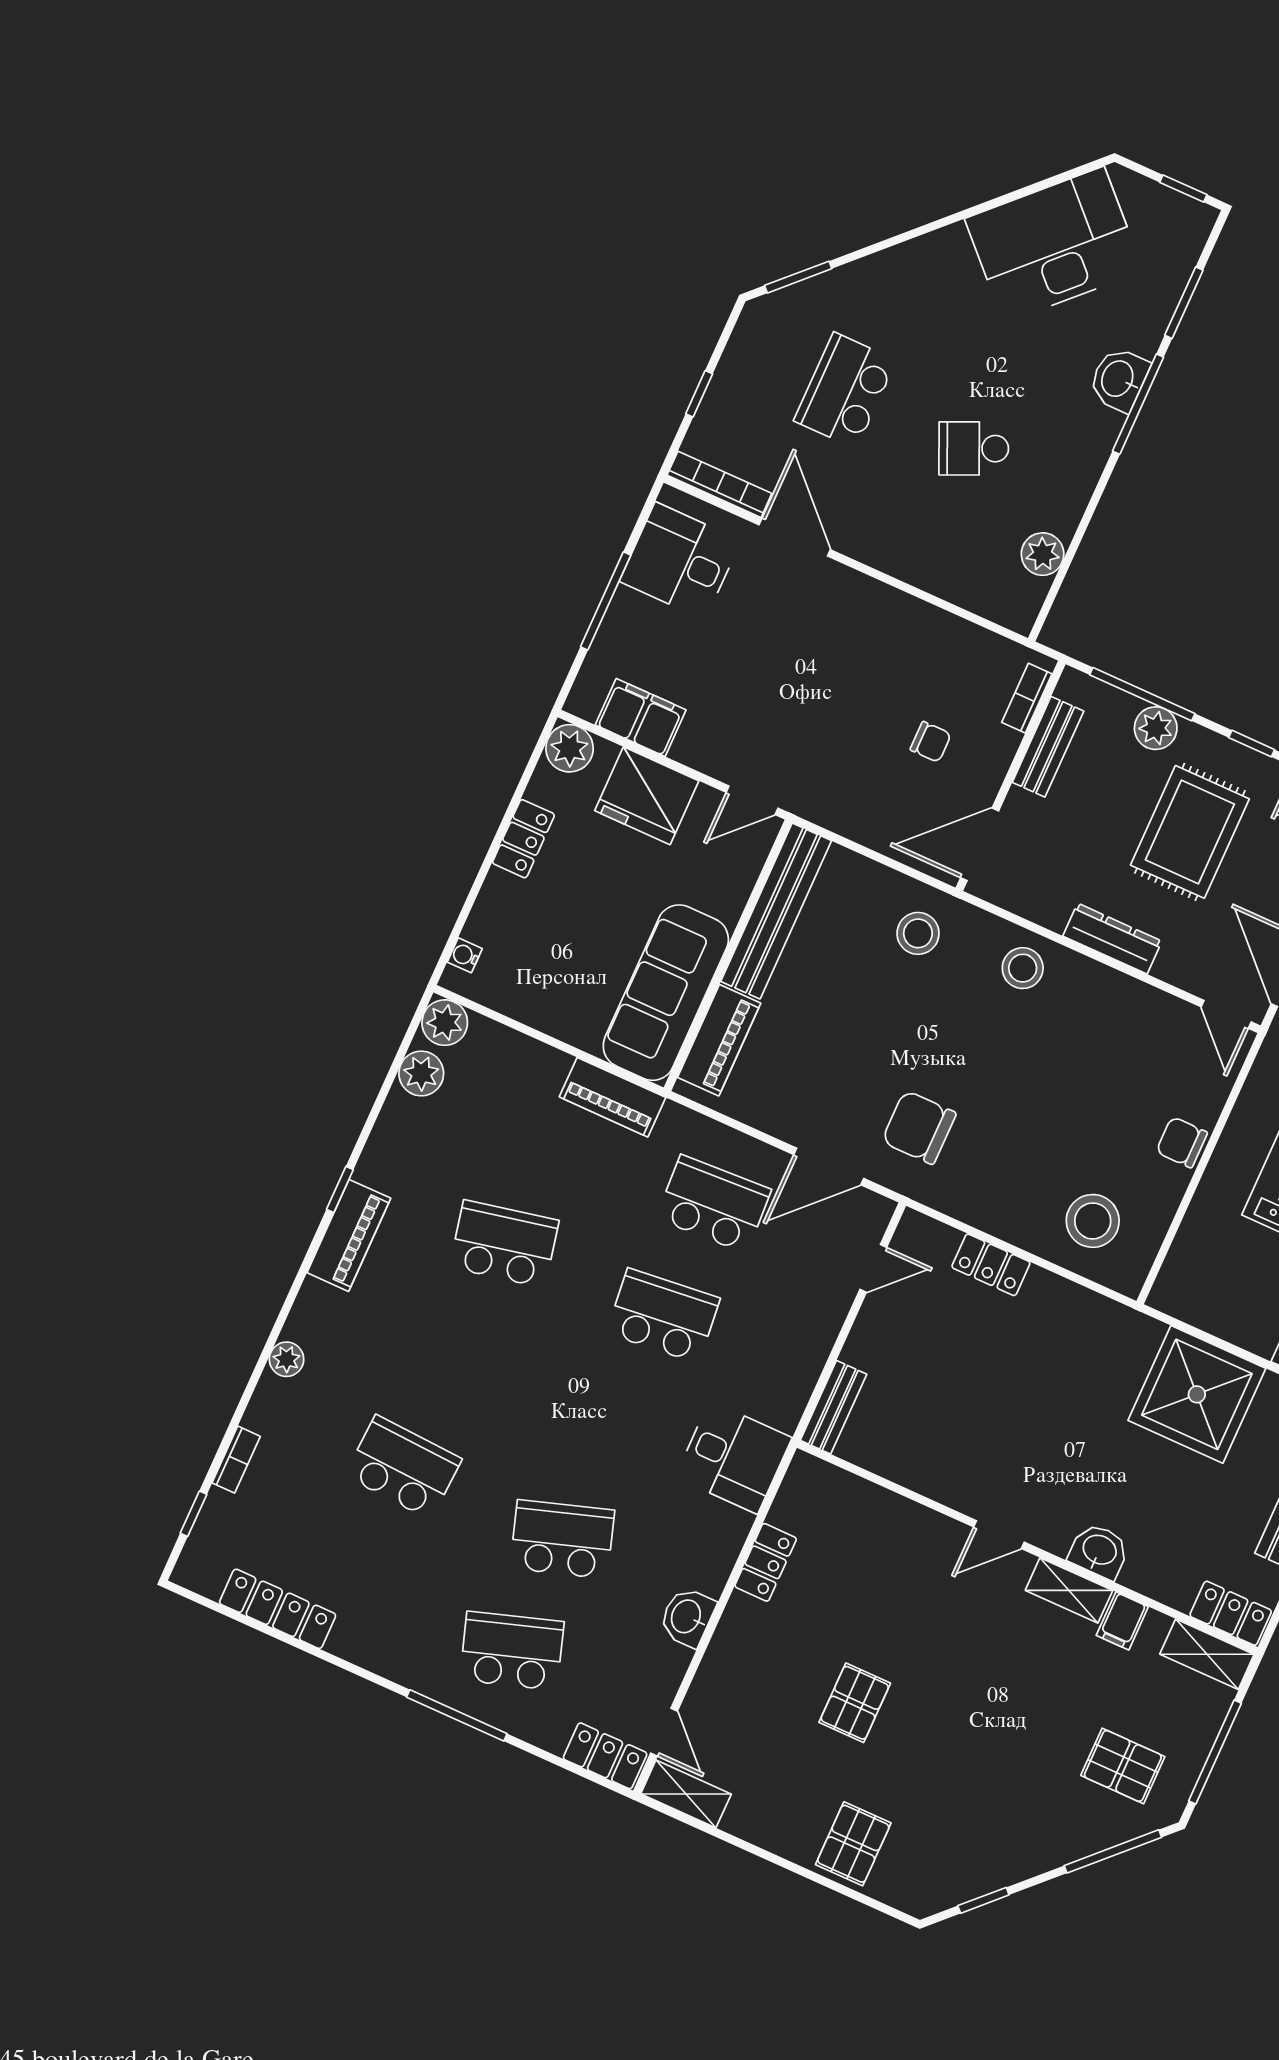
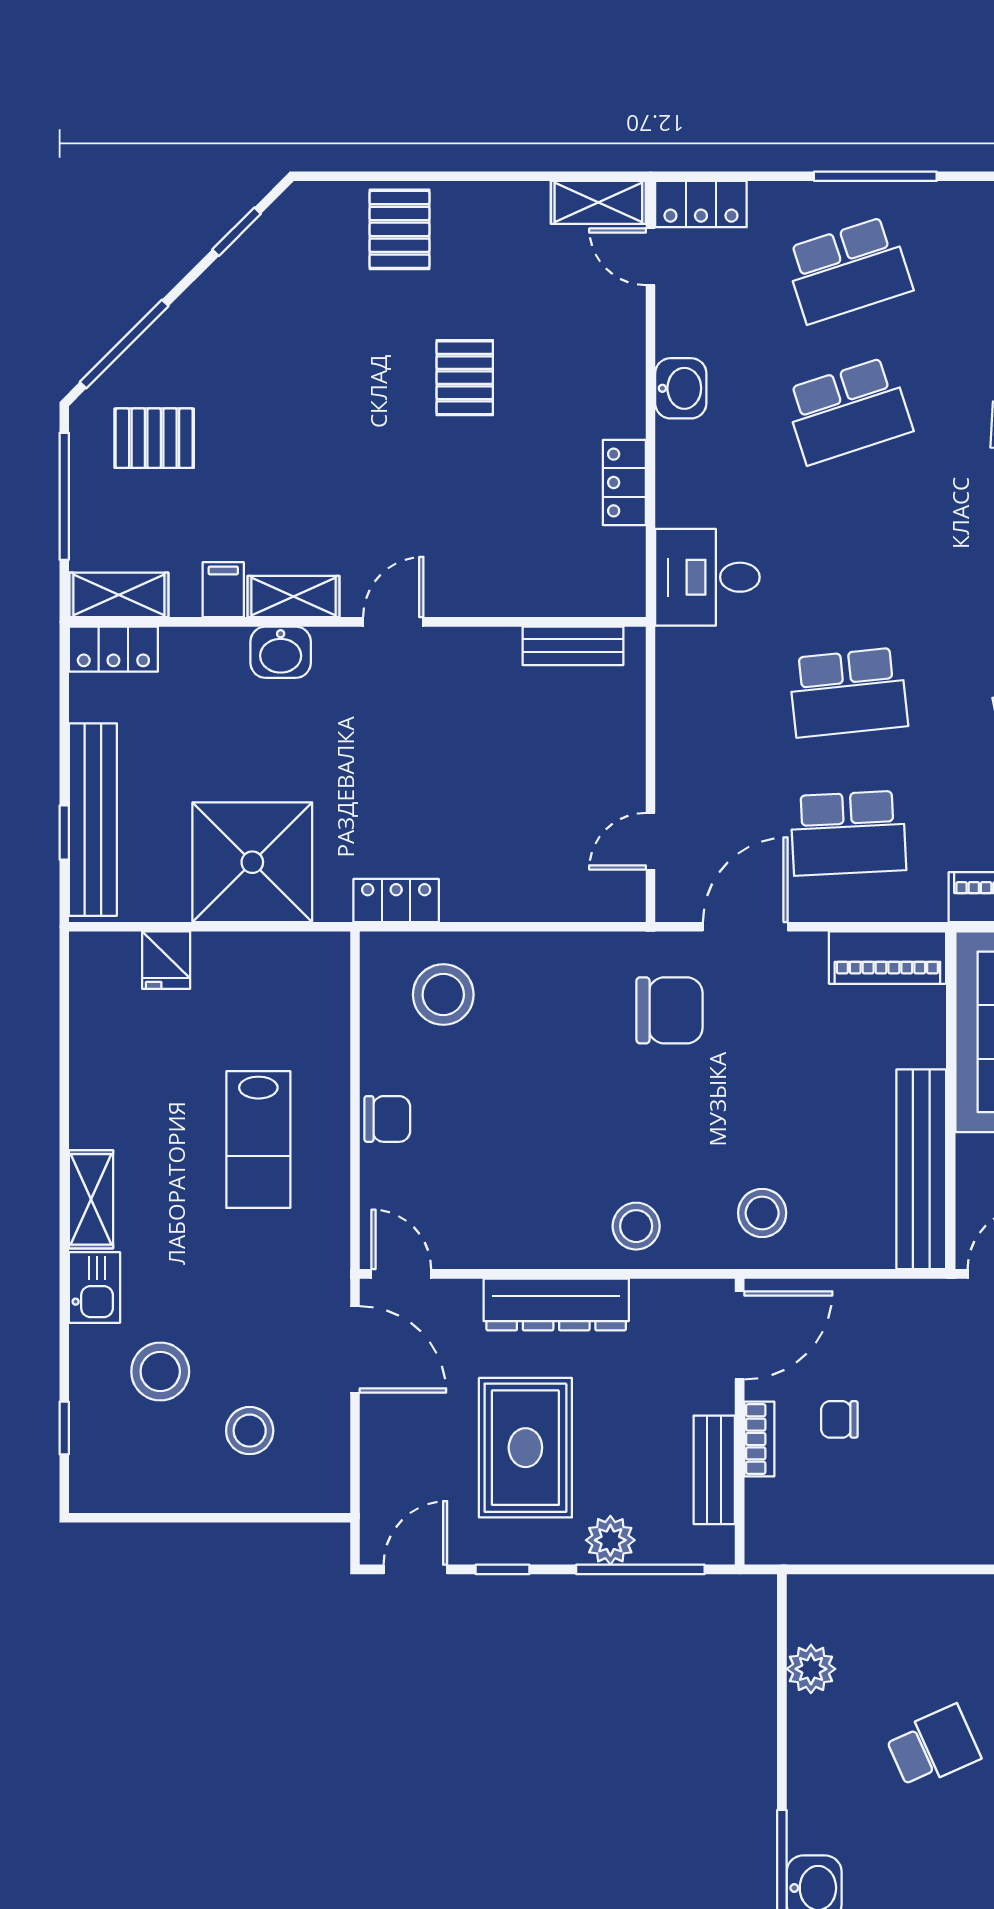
bookcase: (1027, 698) -> (759, 1439), moved
dresser: (1112, 939) -> (556, 1304), width x1.37, depth x1.24
piano: (719, 1040) -> (887, 958), moved, turned -90
locker: (991, 1265) -> (396, 900), moved
bench: (833, 1407) -> (573, 646), moved, turned 90

